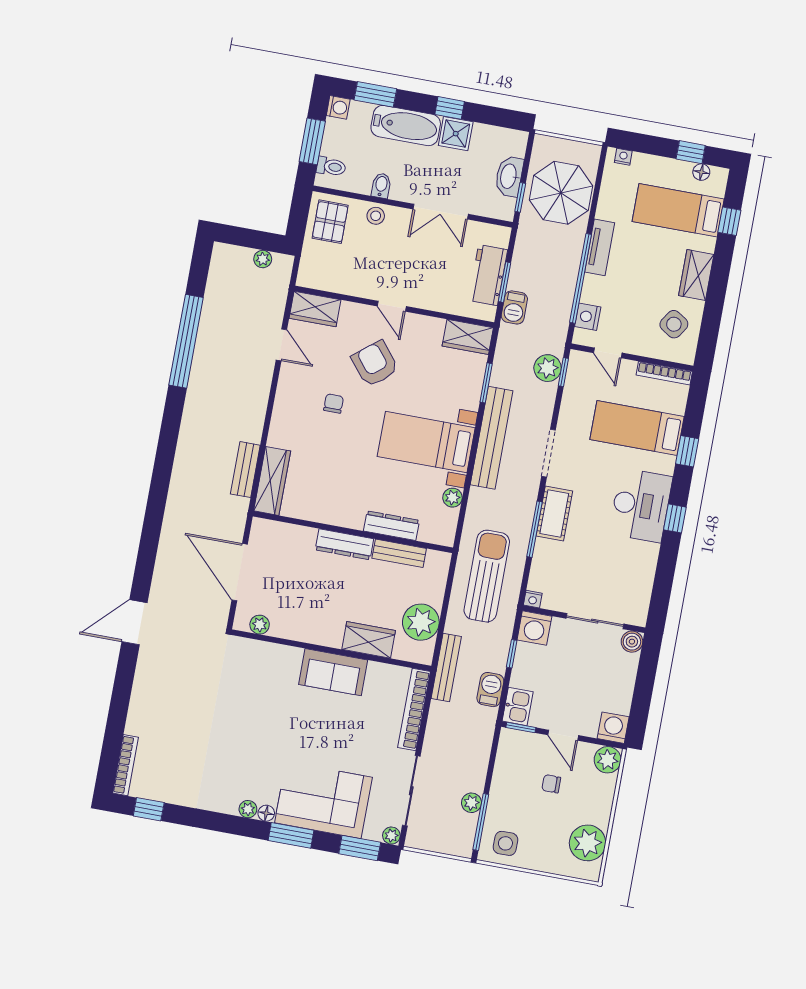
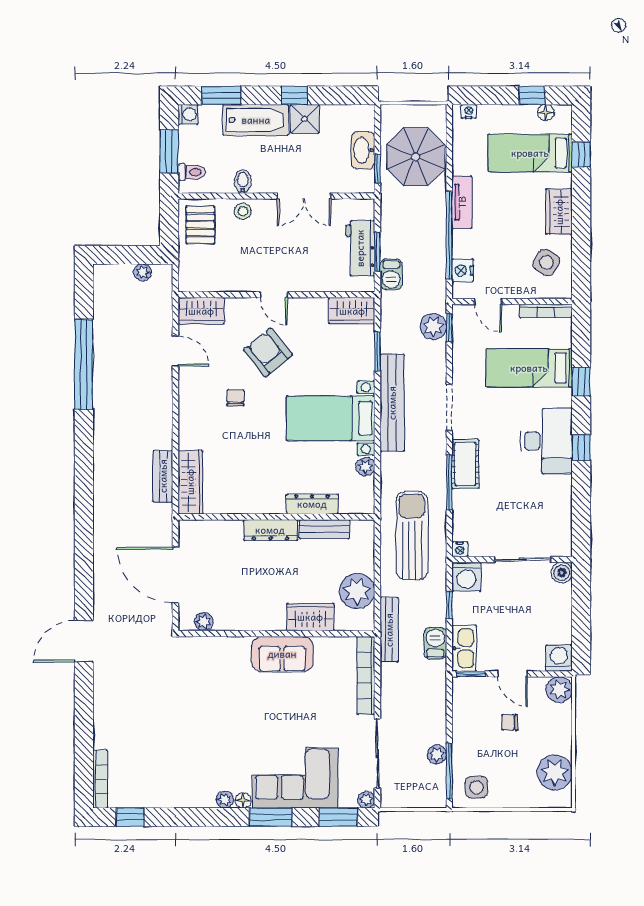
kitchen sink: (518, 706) -> (464, 648), width x1.38

